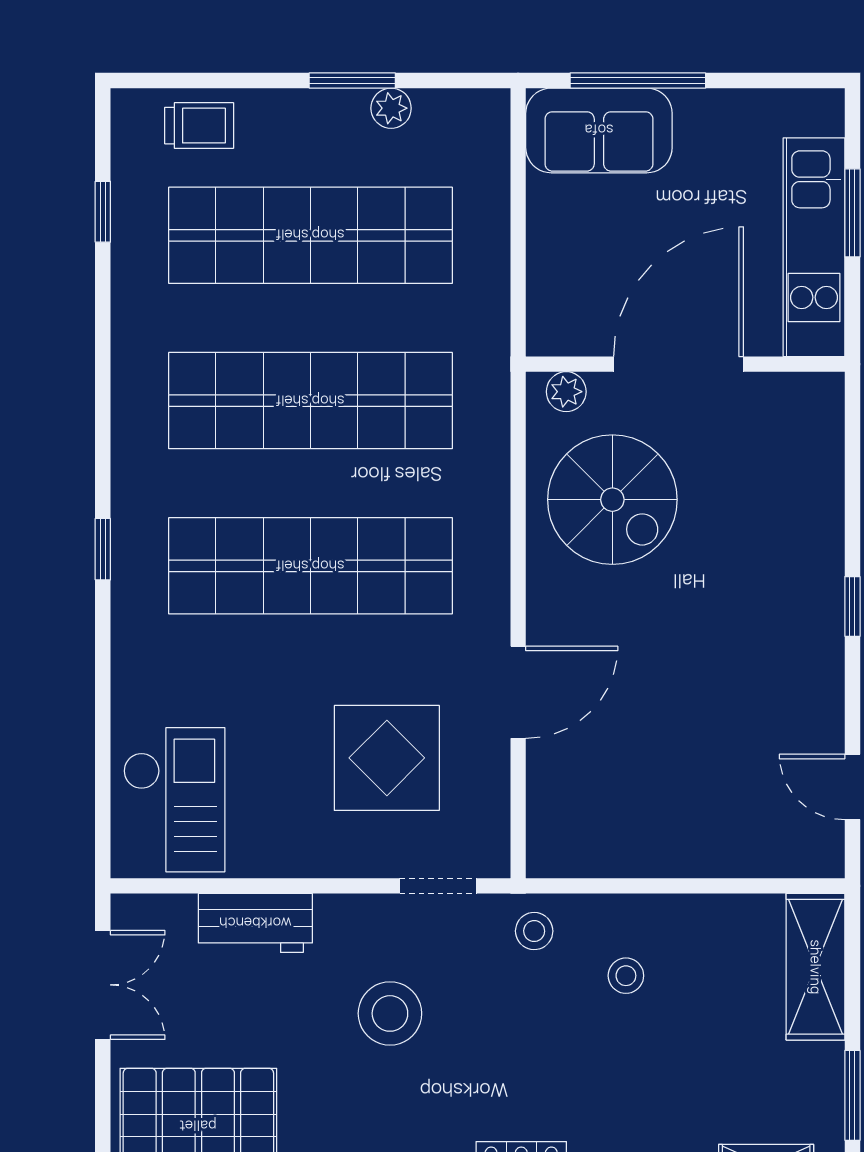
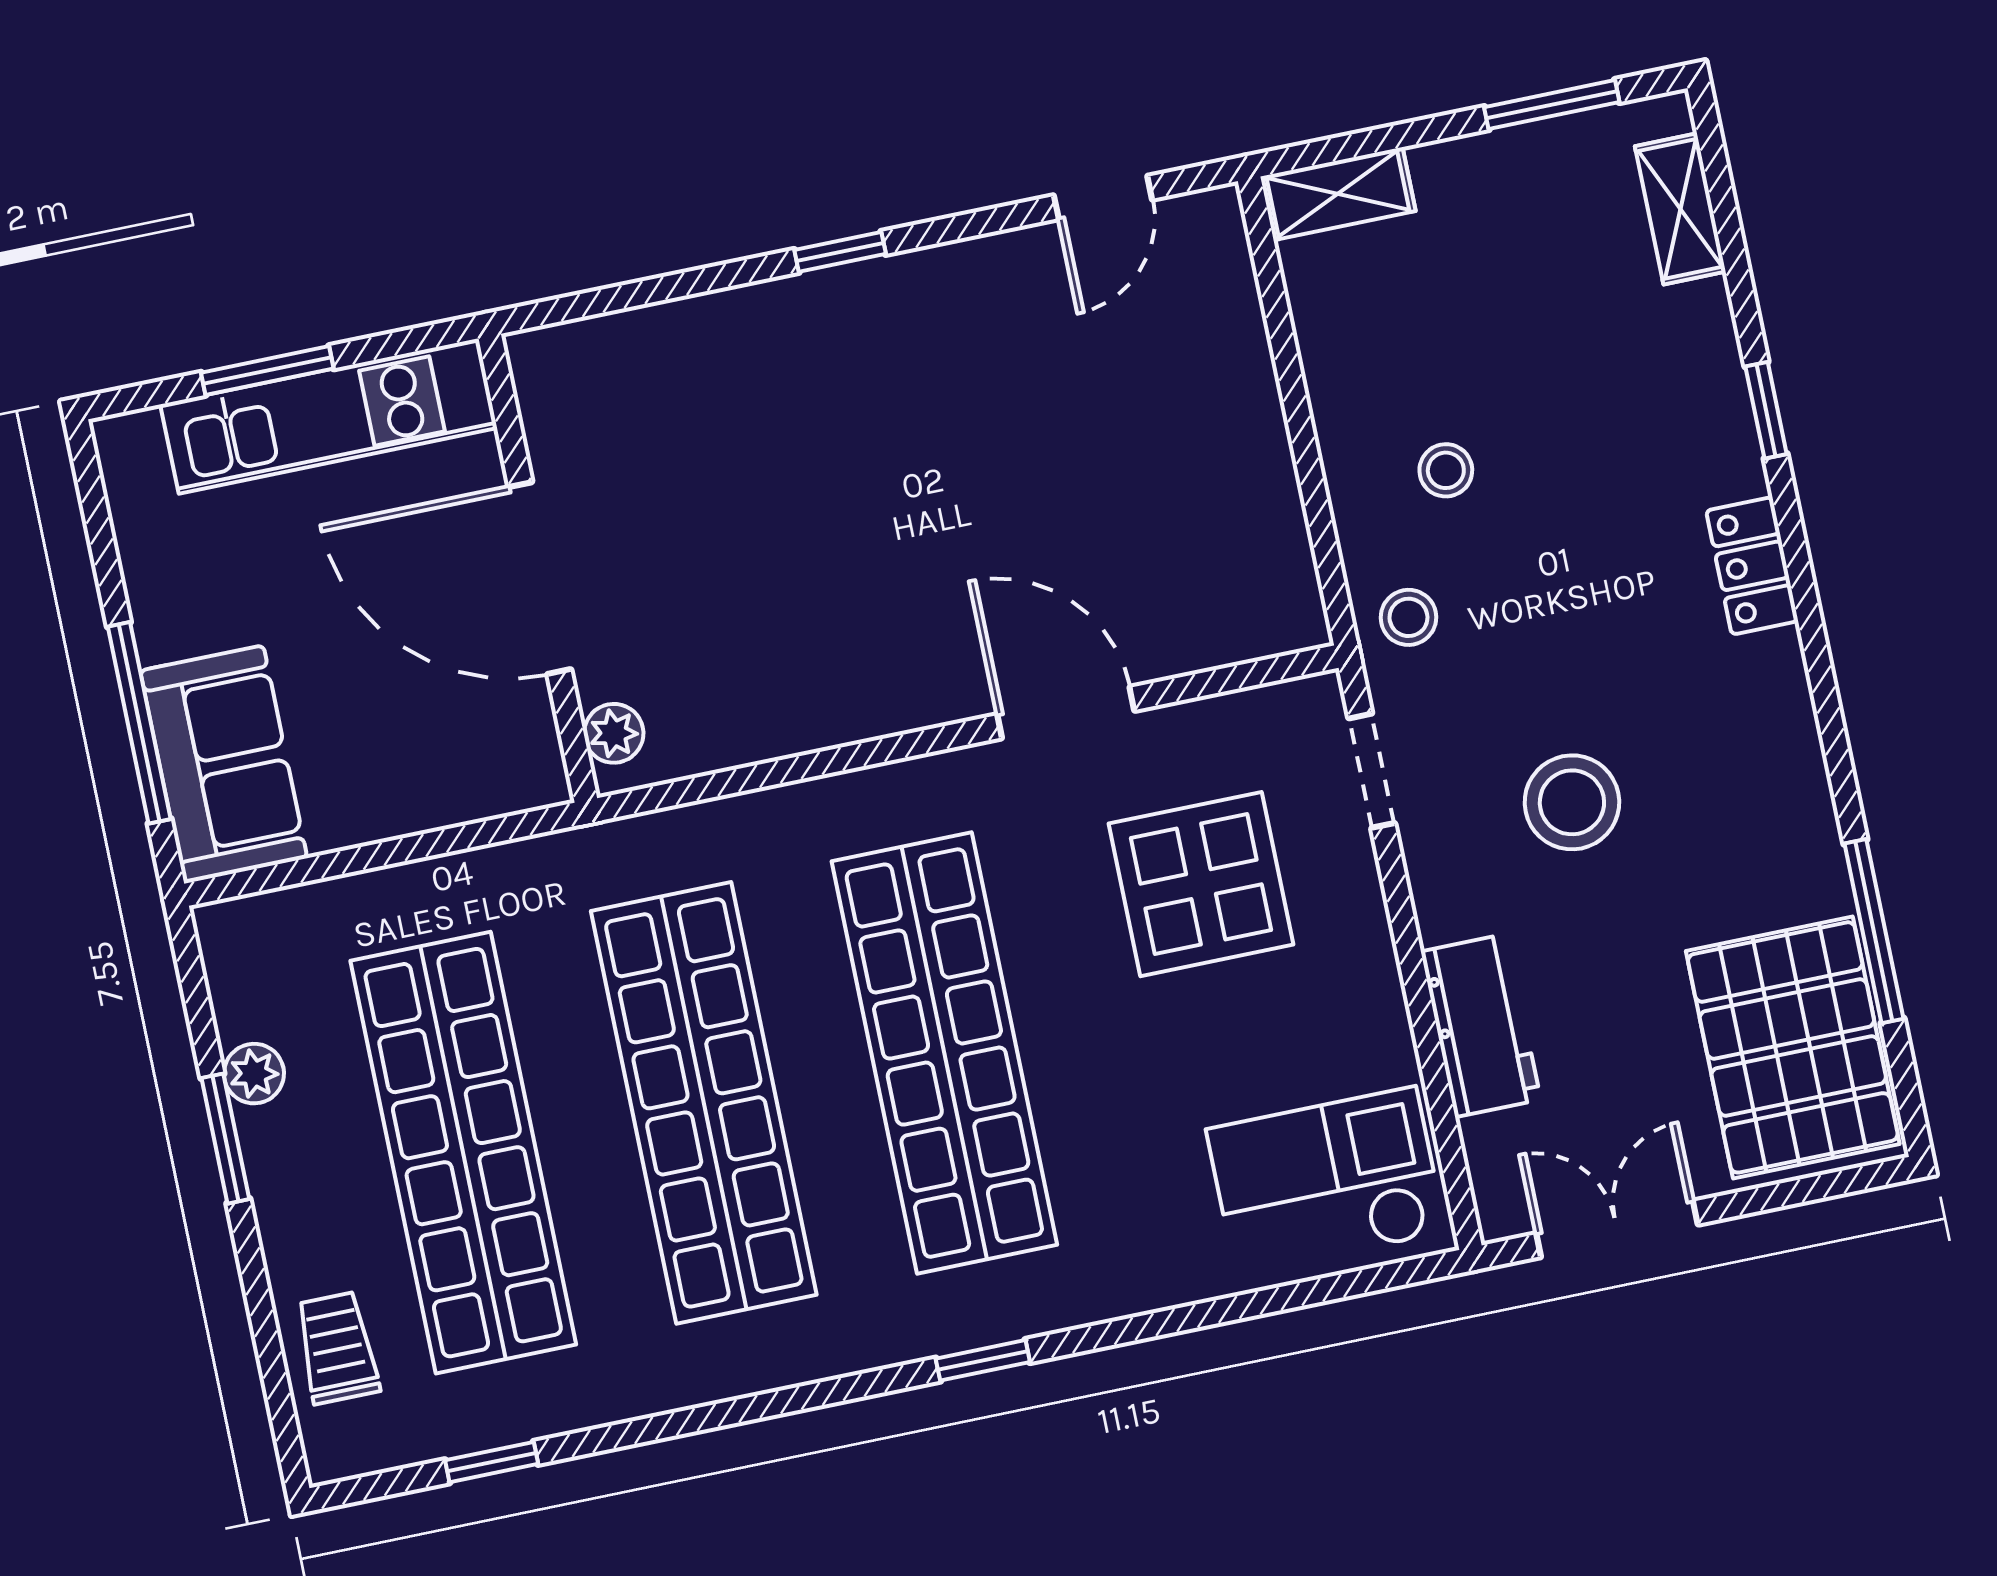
spiral stairs: (612, 500) -> (757, 634), removed
shelving: (816, 967) -> (1338, 194), width x0.67, depth x0.75

